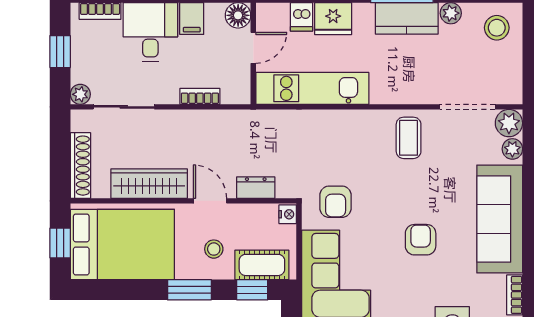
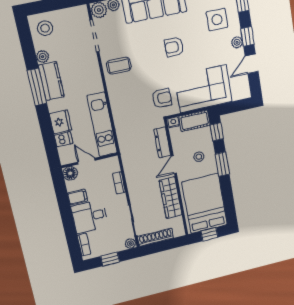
shoe rack: (80, 166) -> (156, 237), moved
dresser: (256, 188) -> (162, 142), width x1.44
cot: (262, 265) -> (194, 121), moved, turned 90

